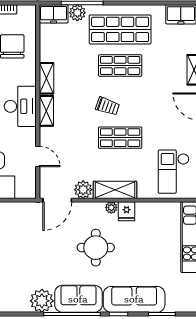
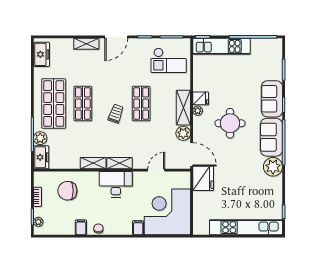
fridge: (28, 214) -> (203, 178), added
sofa: (134, 299) -> (272, 99), width x0.73

